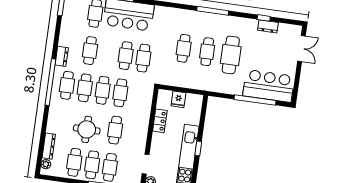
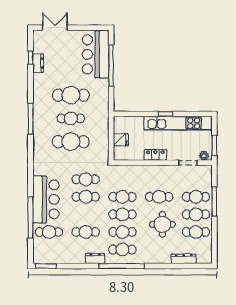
window: (264, 18) -> (31, 58), moved
cafe table: (184, 48) -> (71, 142), width x1.37, depth x1.35
locker: (160, 121) -> (155, 155), moved
plant: (46, 164) -> (202, 259), removed

